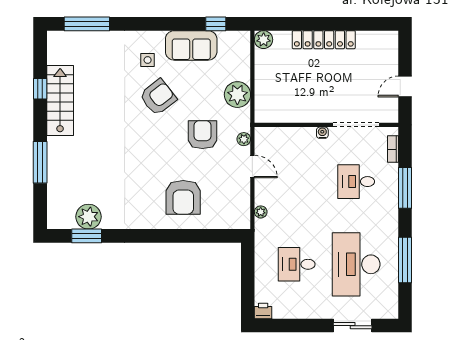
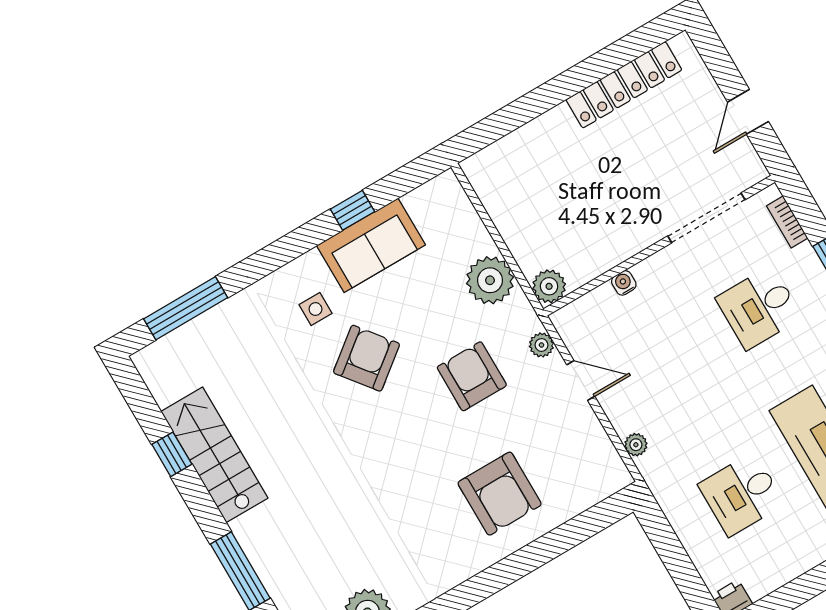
window: (216, 24) -> (353, 210), moved
plant: (264, 40) -> (549, 286), moved
locker: (324, 40) -> (624, 85), moved
water cooler: (322, 133) -> (624, 283), moved

